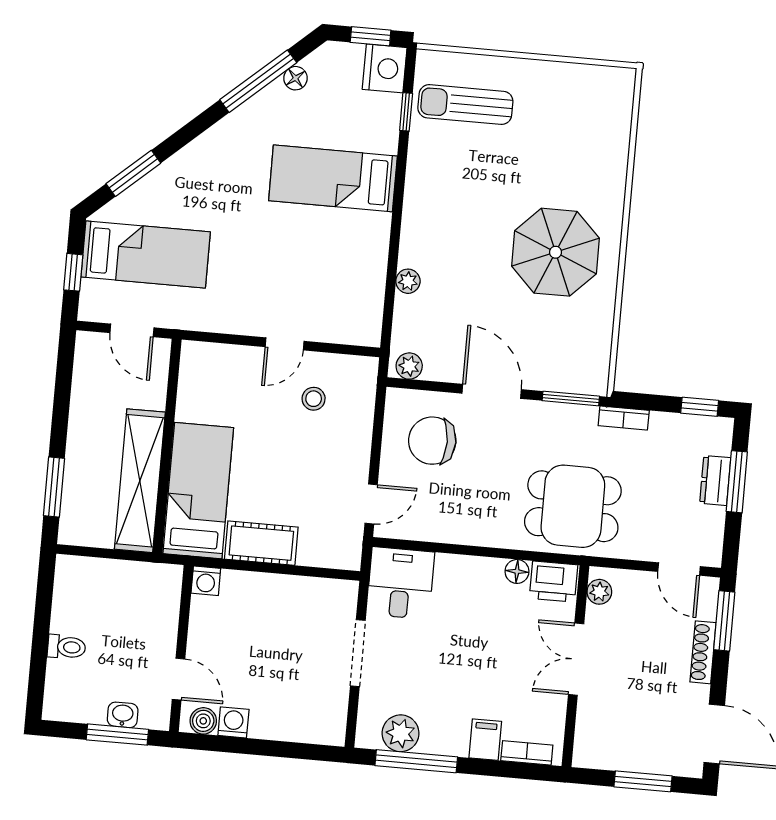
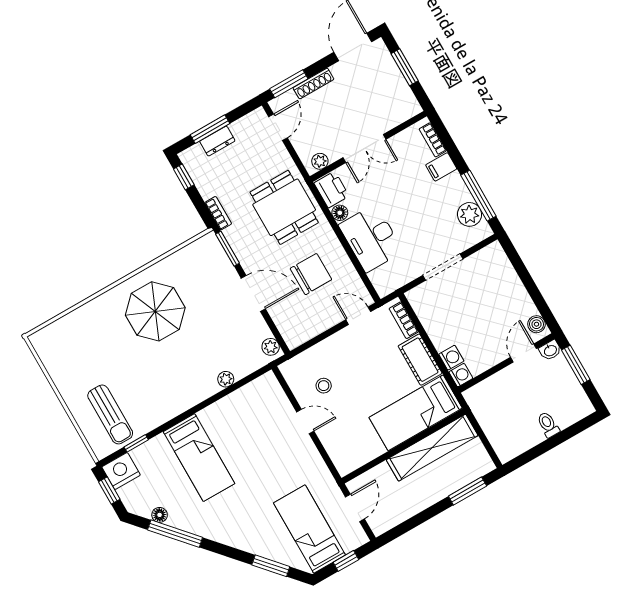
door: (492, 391) -> (253, 293), swing flipped
chair: (432, 441) -> (311, 274), moved, turned -90
bookcase: (325, 557) -> (404, 320), added
desk: (400, 583) -> (371, 238), moved, width x1.37
washbasin: (123, 715) -> (550, 350), moved, turned -90
washing machine: (233, 722) -> (451, 358), moved, turned 180

